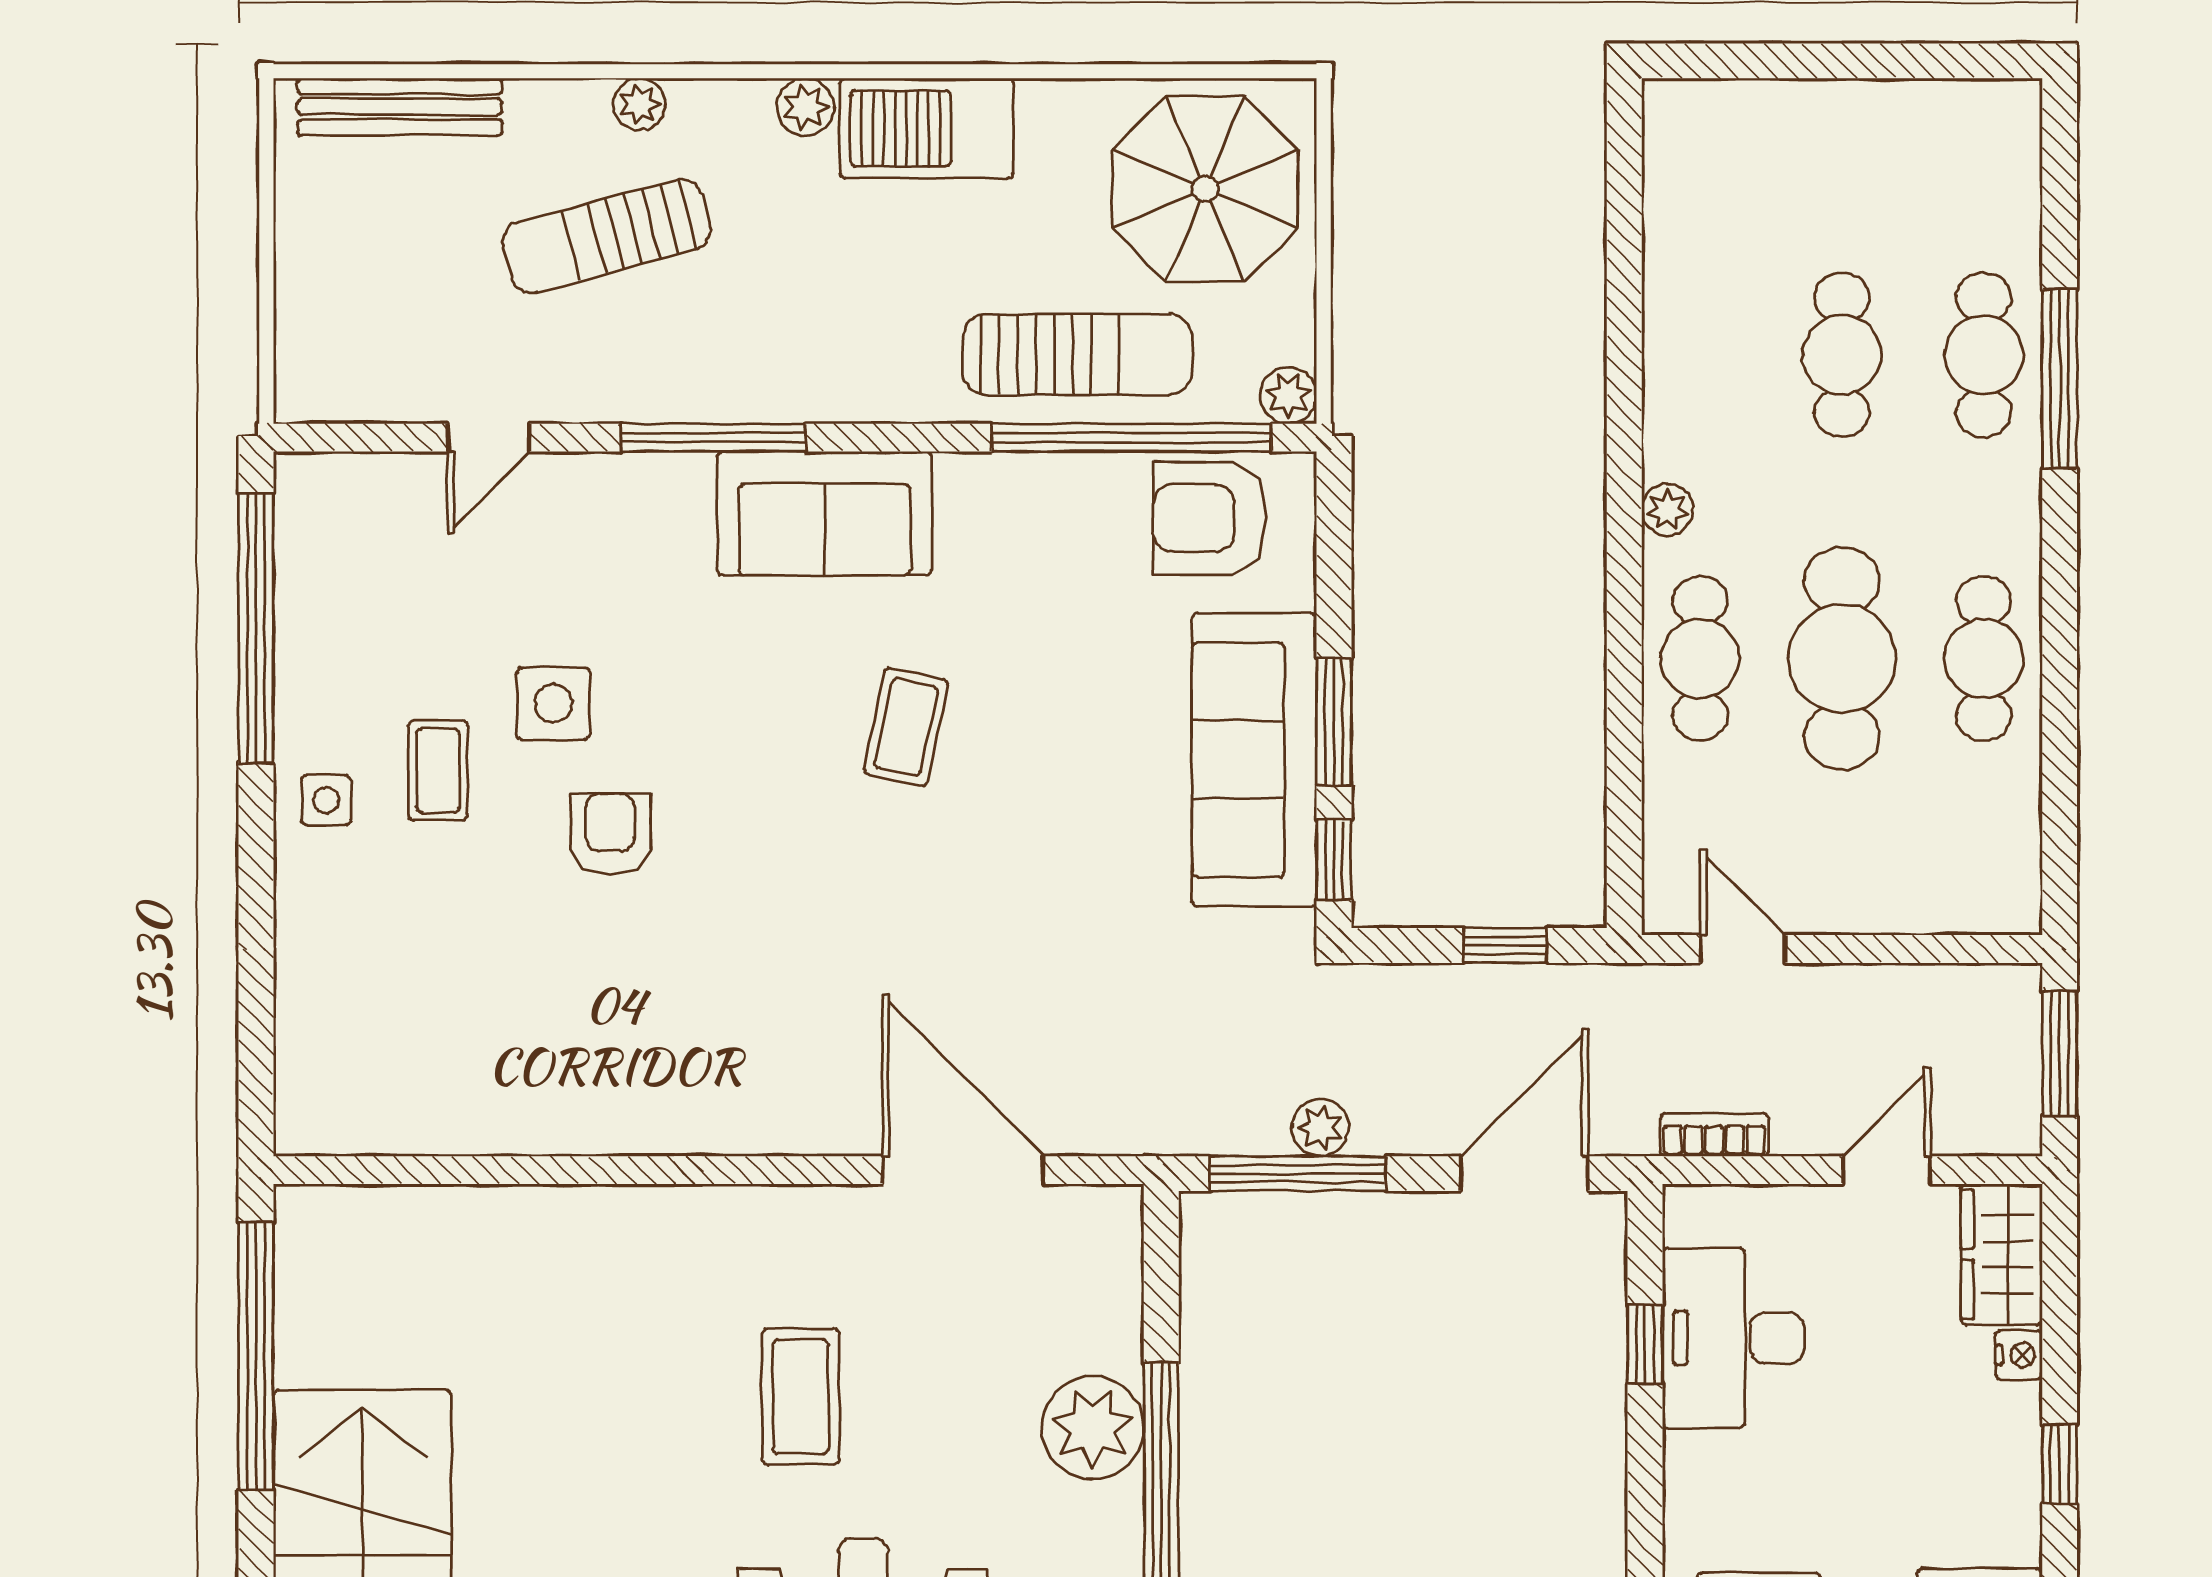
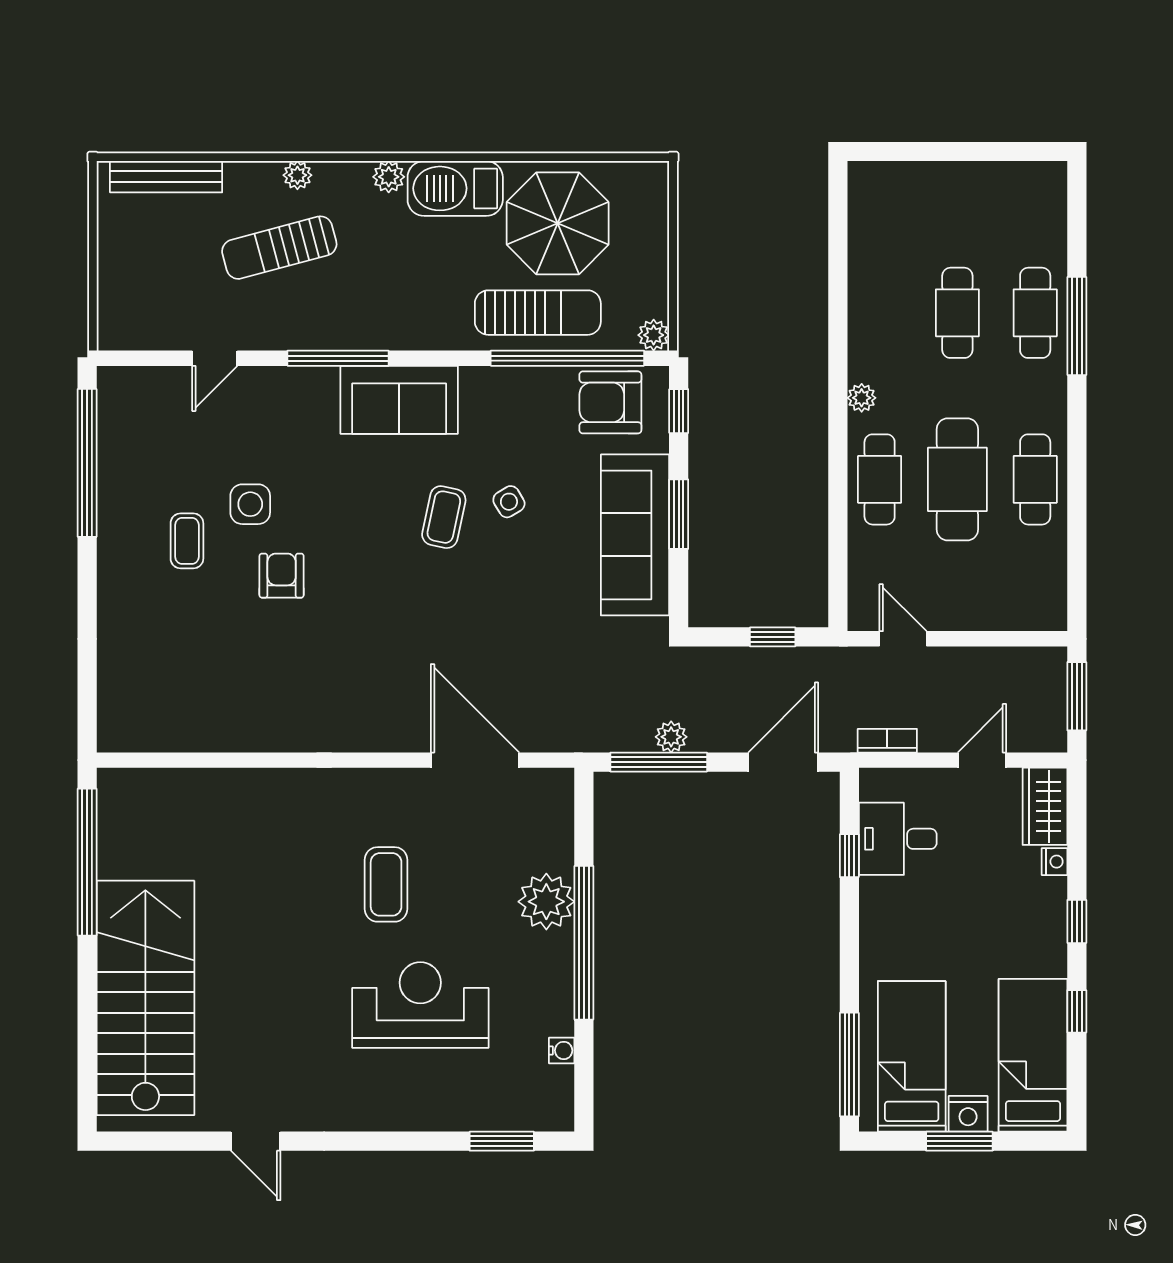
parasol: (1205, 189) -> (558, 223), moved
side table: (326, 800) -> (509, 502), moved, turned -31
window: (1334, 860) -> (679, 411), moved
desk: (1733, 1338) -> (898, 839), width x0.73

